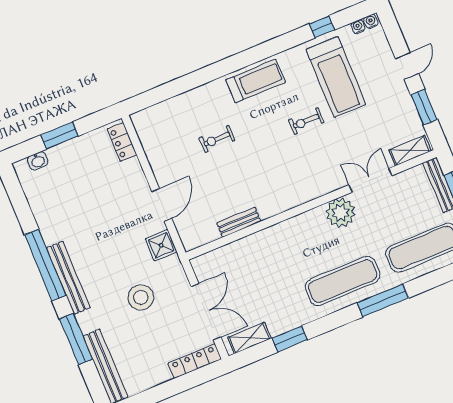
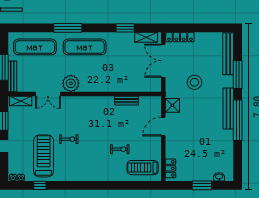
treadmill: (256, 81) -> (143, 168), moved

